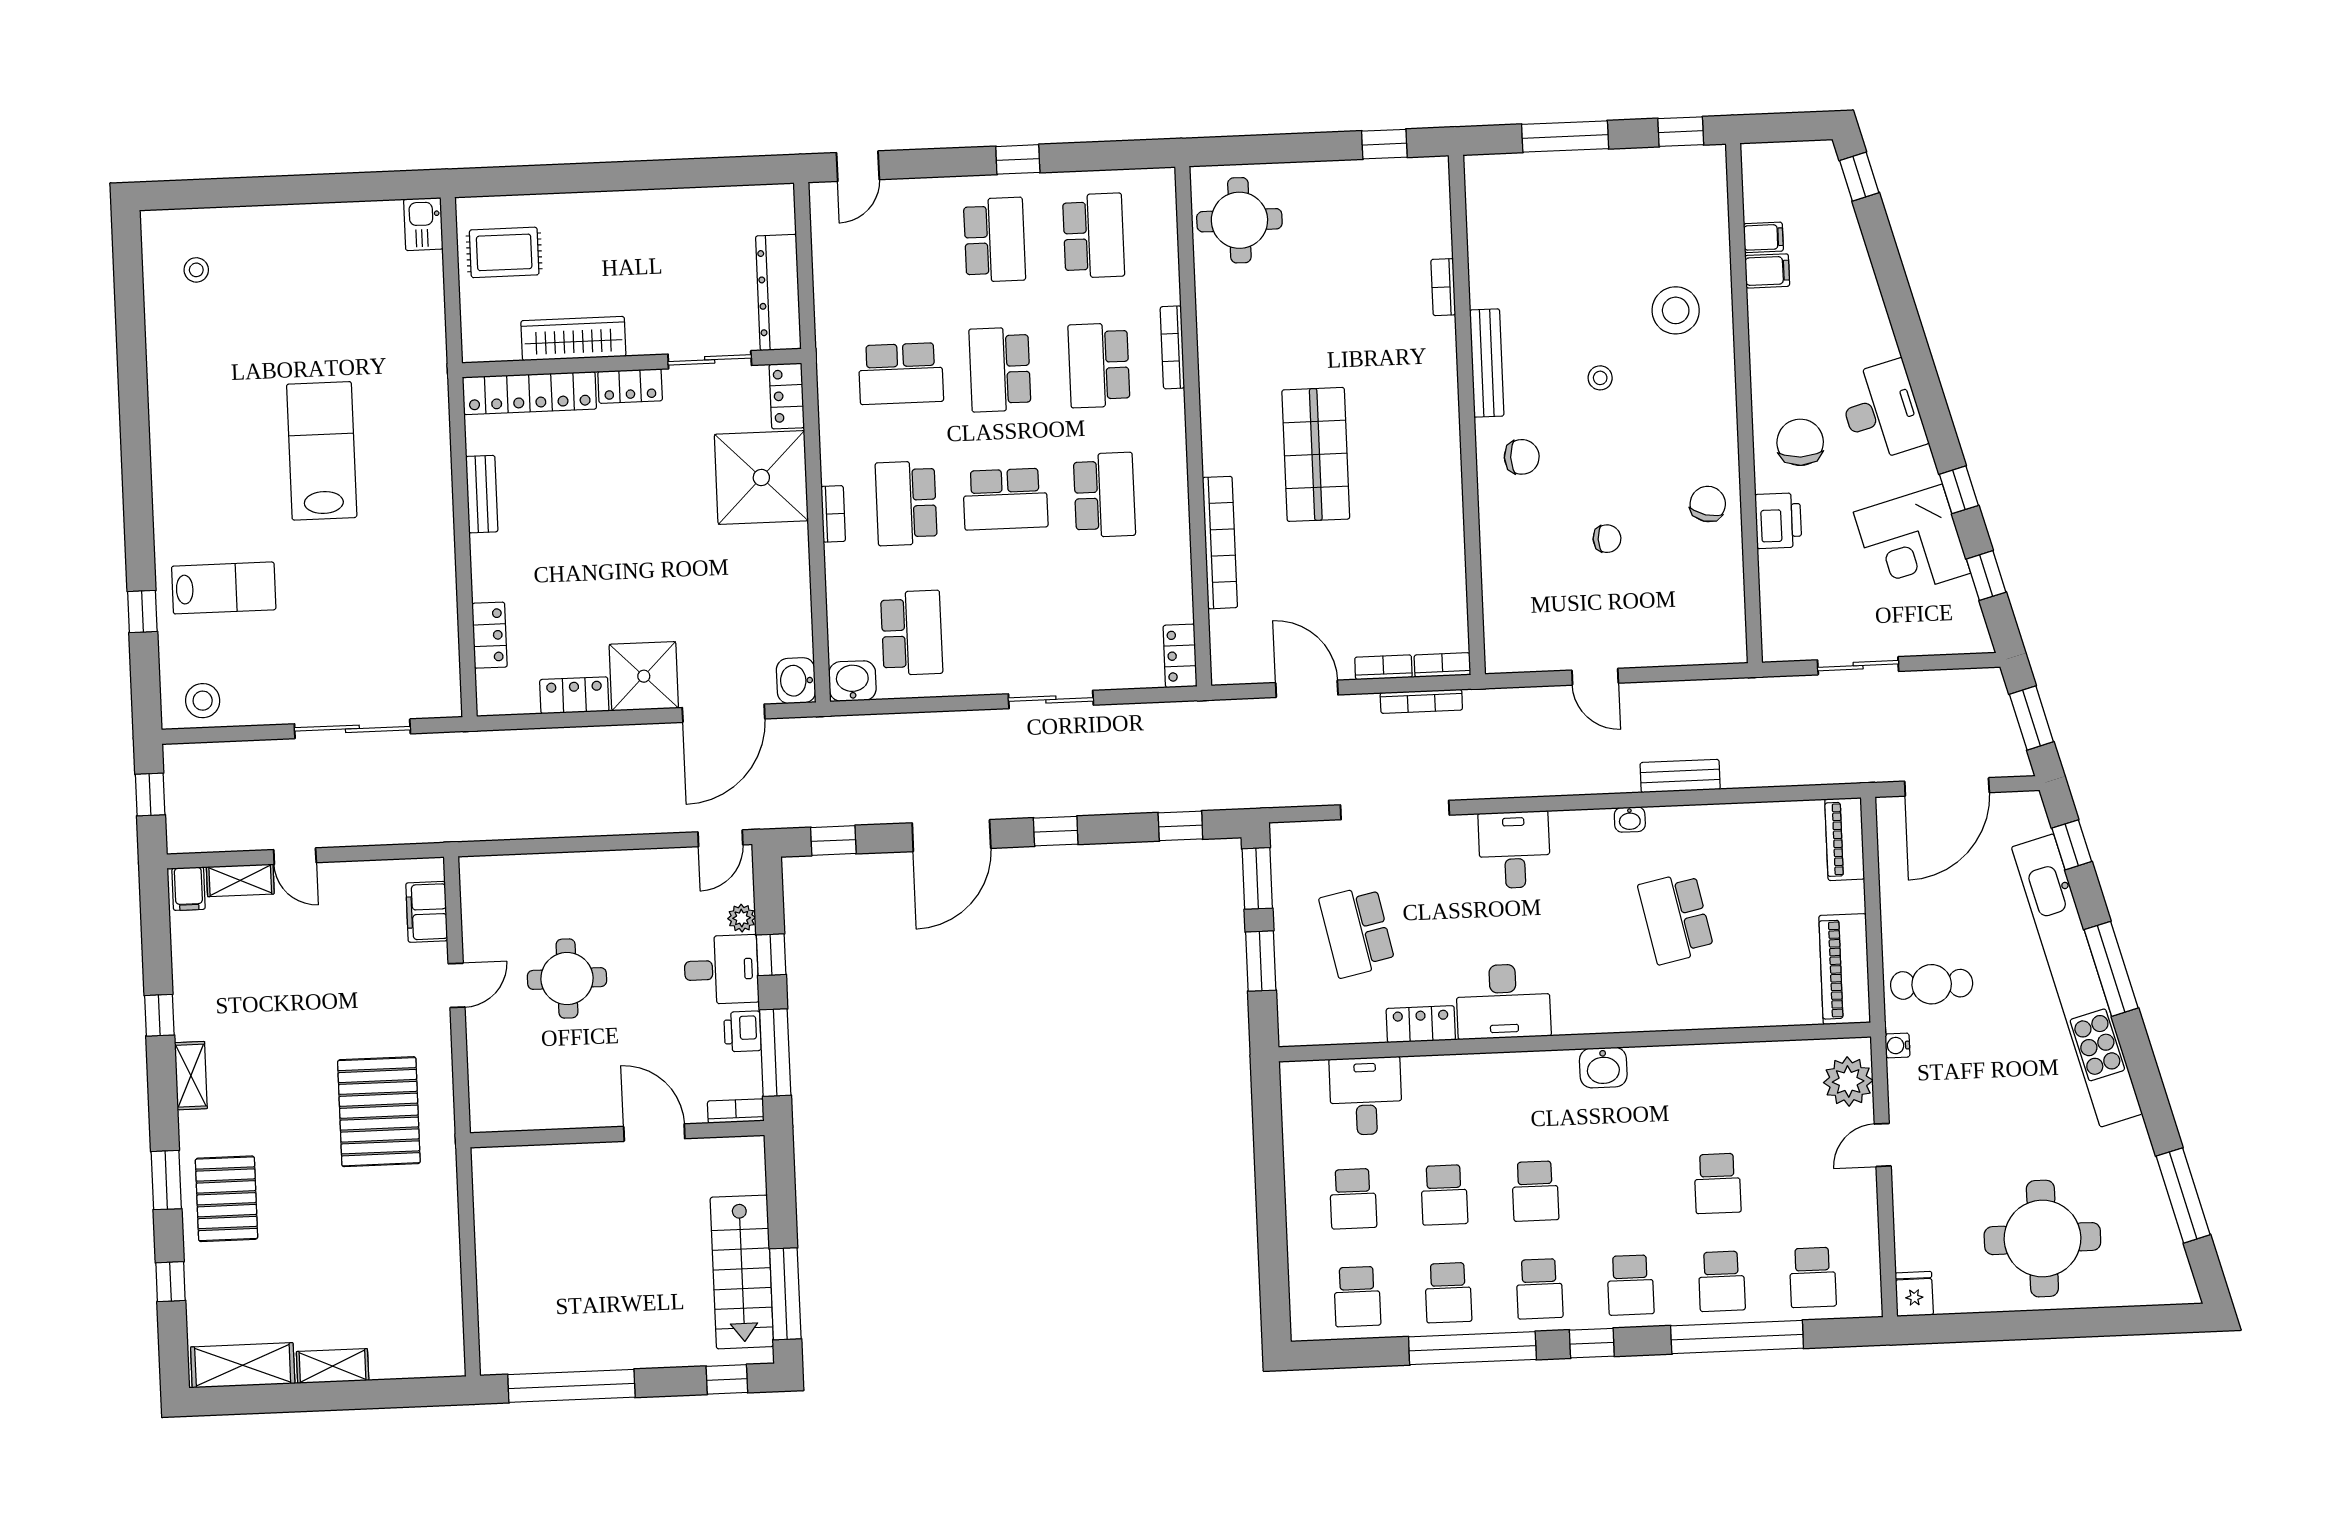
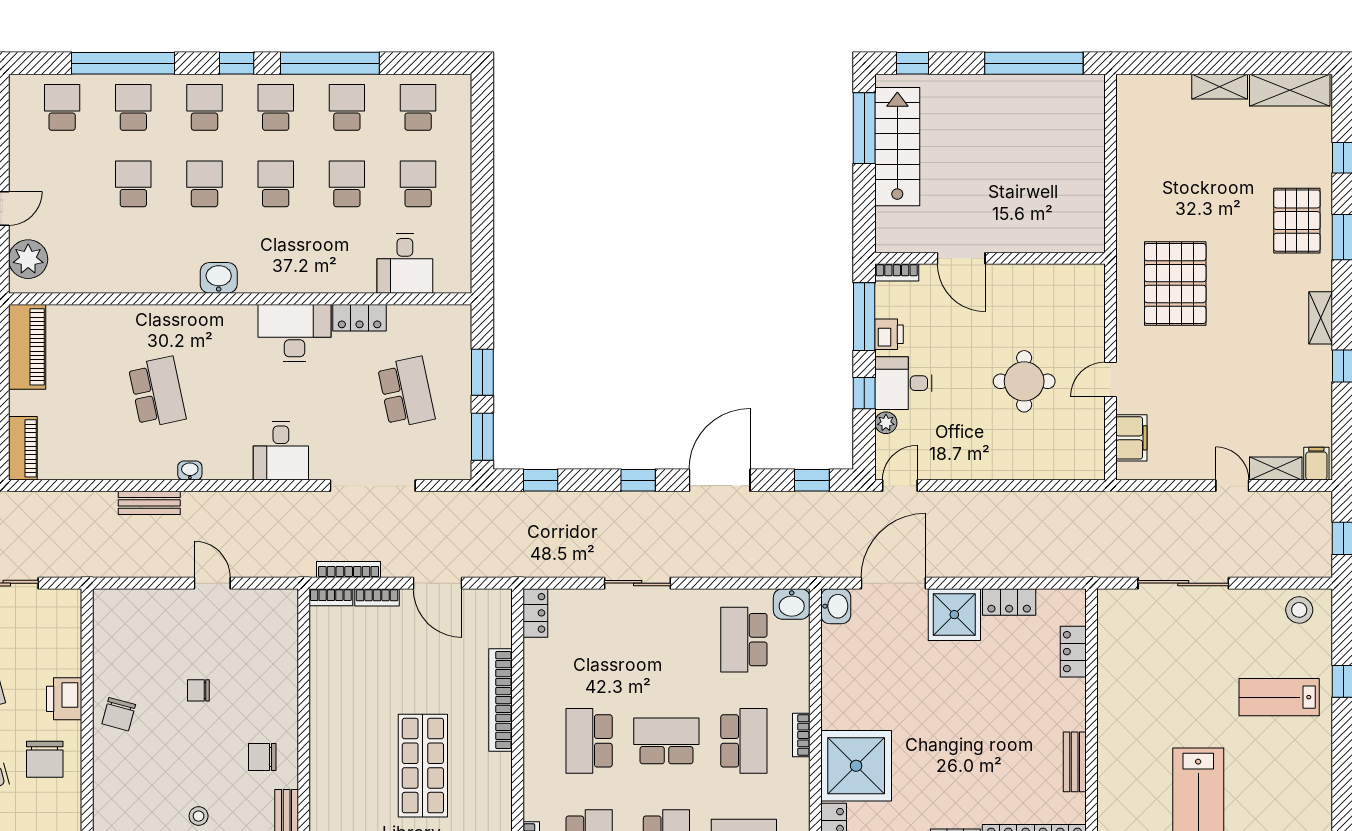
school desk: (1626, 1187) -> (205, 184), added

